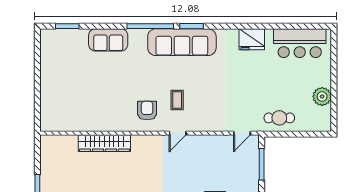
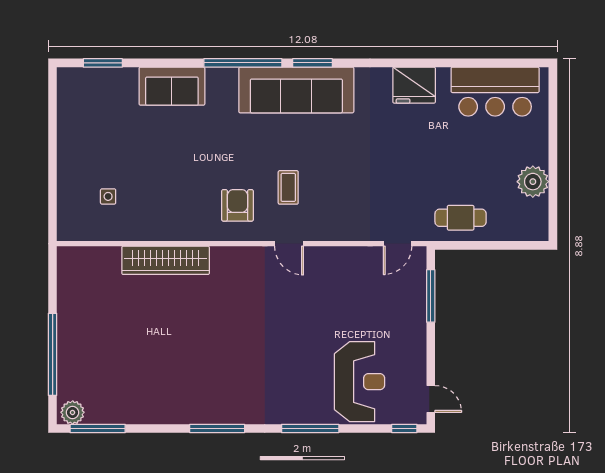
side table: (70, 105) -> (108, 196), added
door: (178, 133) -> (289, 244), hinge flipped

